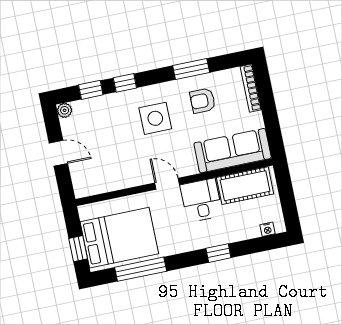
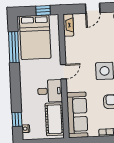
fireplace: (92, 188) -> (68, 25), added
window: (78, 249) -> (43, 11), moved
window: (218, 253) -> (17, 119), moved

